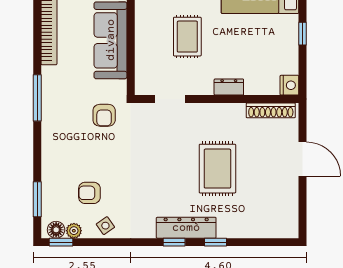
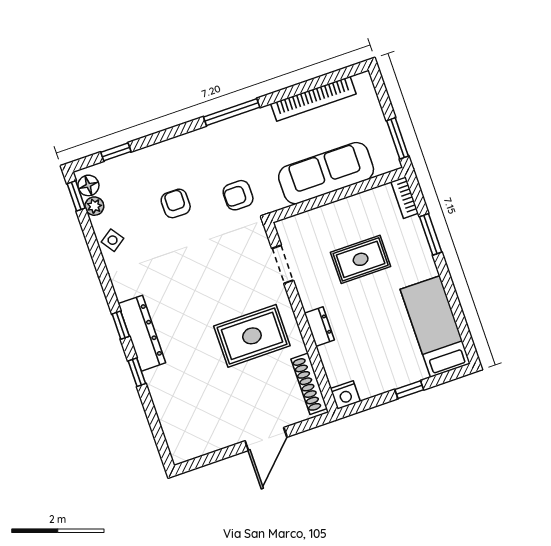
rug: (217, 169) -> (252, 336), moved
armchair: (89, 193) -> (176, 203), moved
window: (37, 199) -> (116, 152), width x0.67

